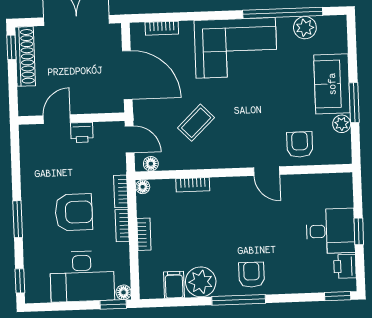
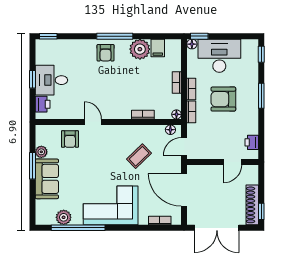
printer: (82, 132) -> (252, 142), moved, turned -90
door: (130, 139) -> (184, 147), hinge flipped
printer: (345, 266) -> (43, 104), moved

